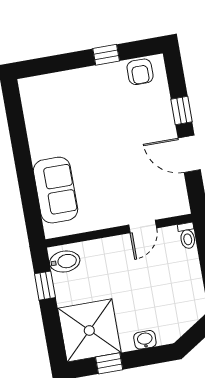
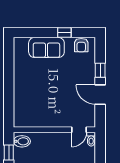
sofa: (55, 190) -> (46, 47), moved, turned 90
door: (143, 226) -> (79, 130), moved

